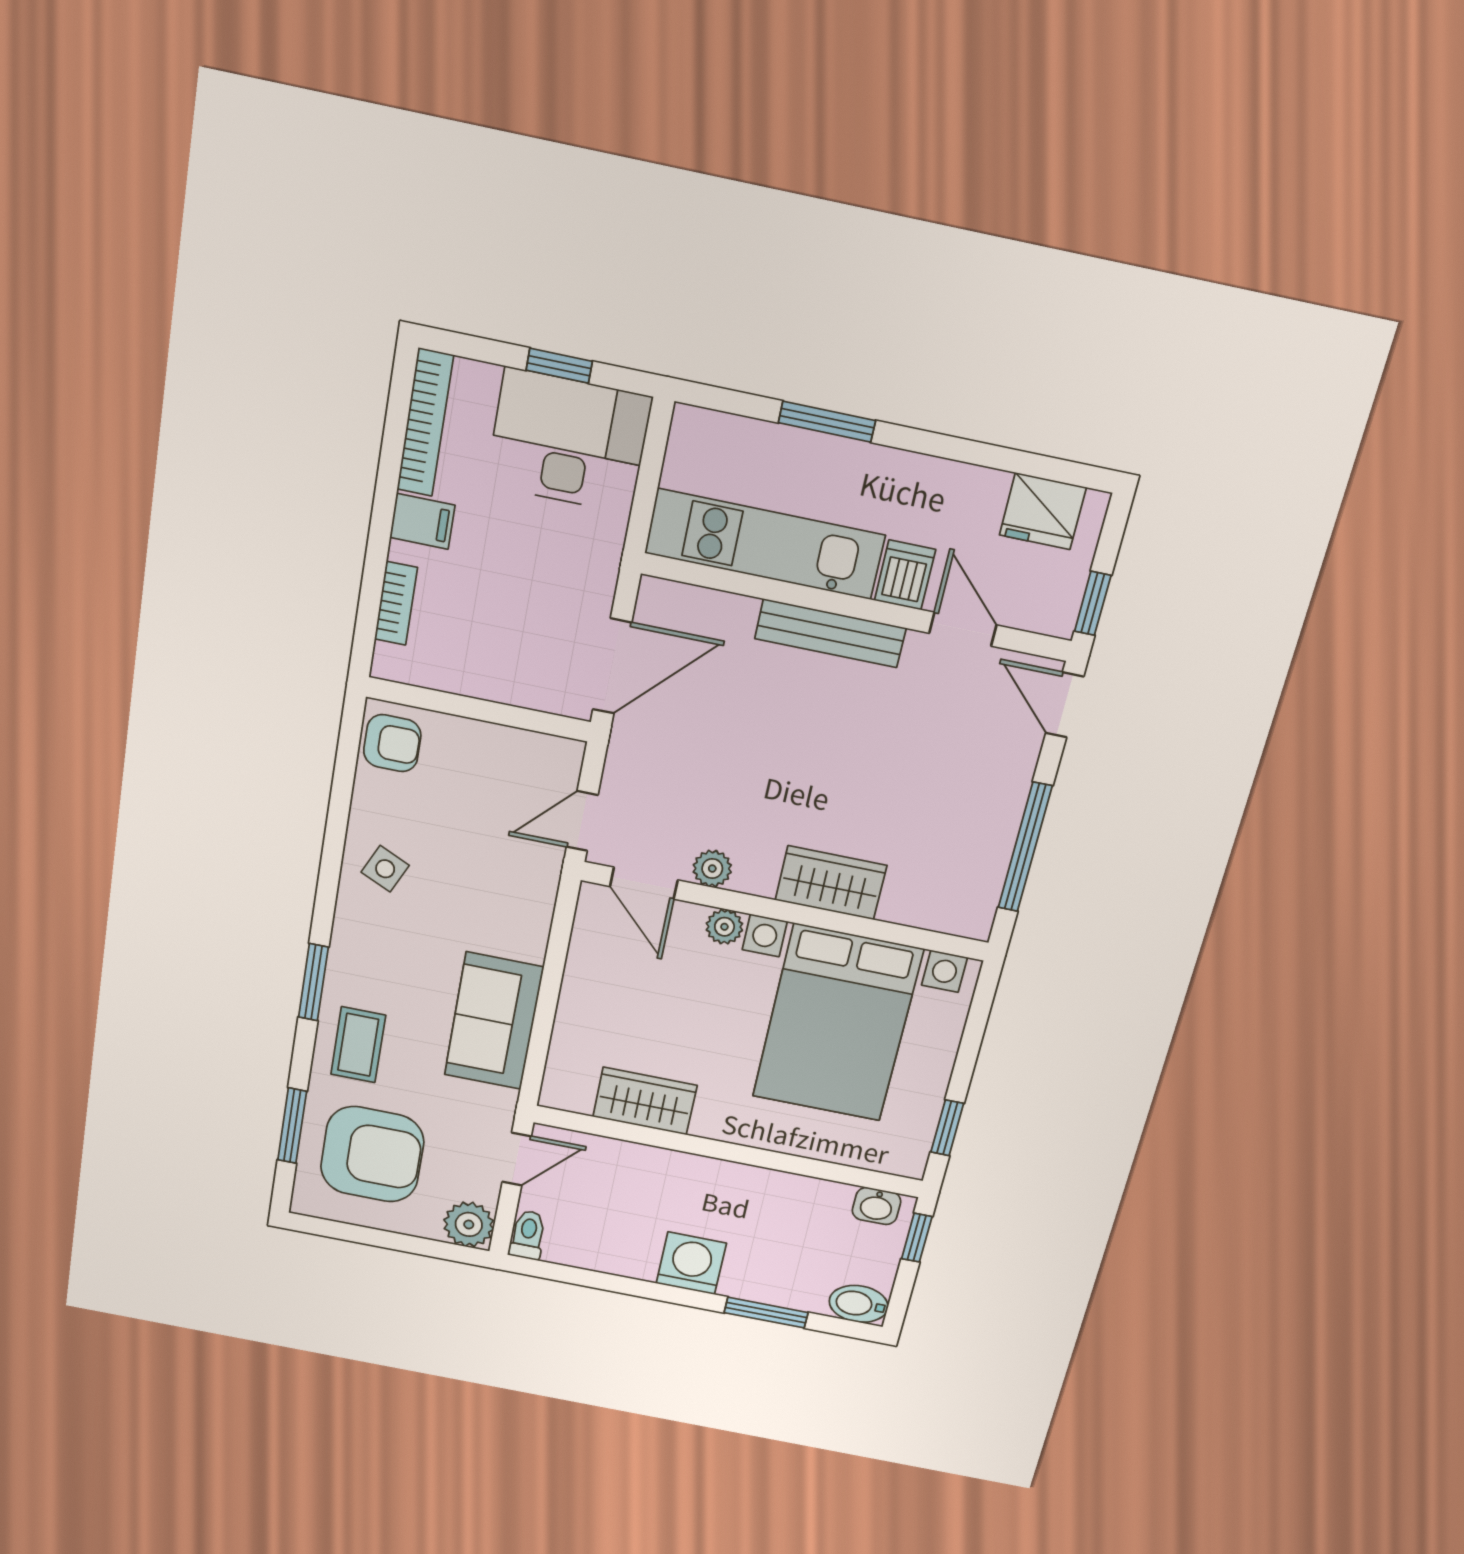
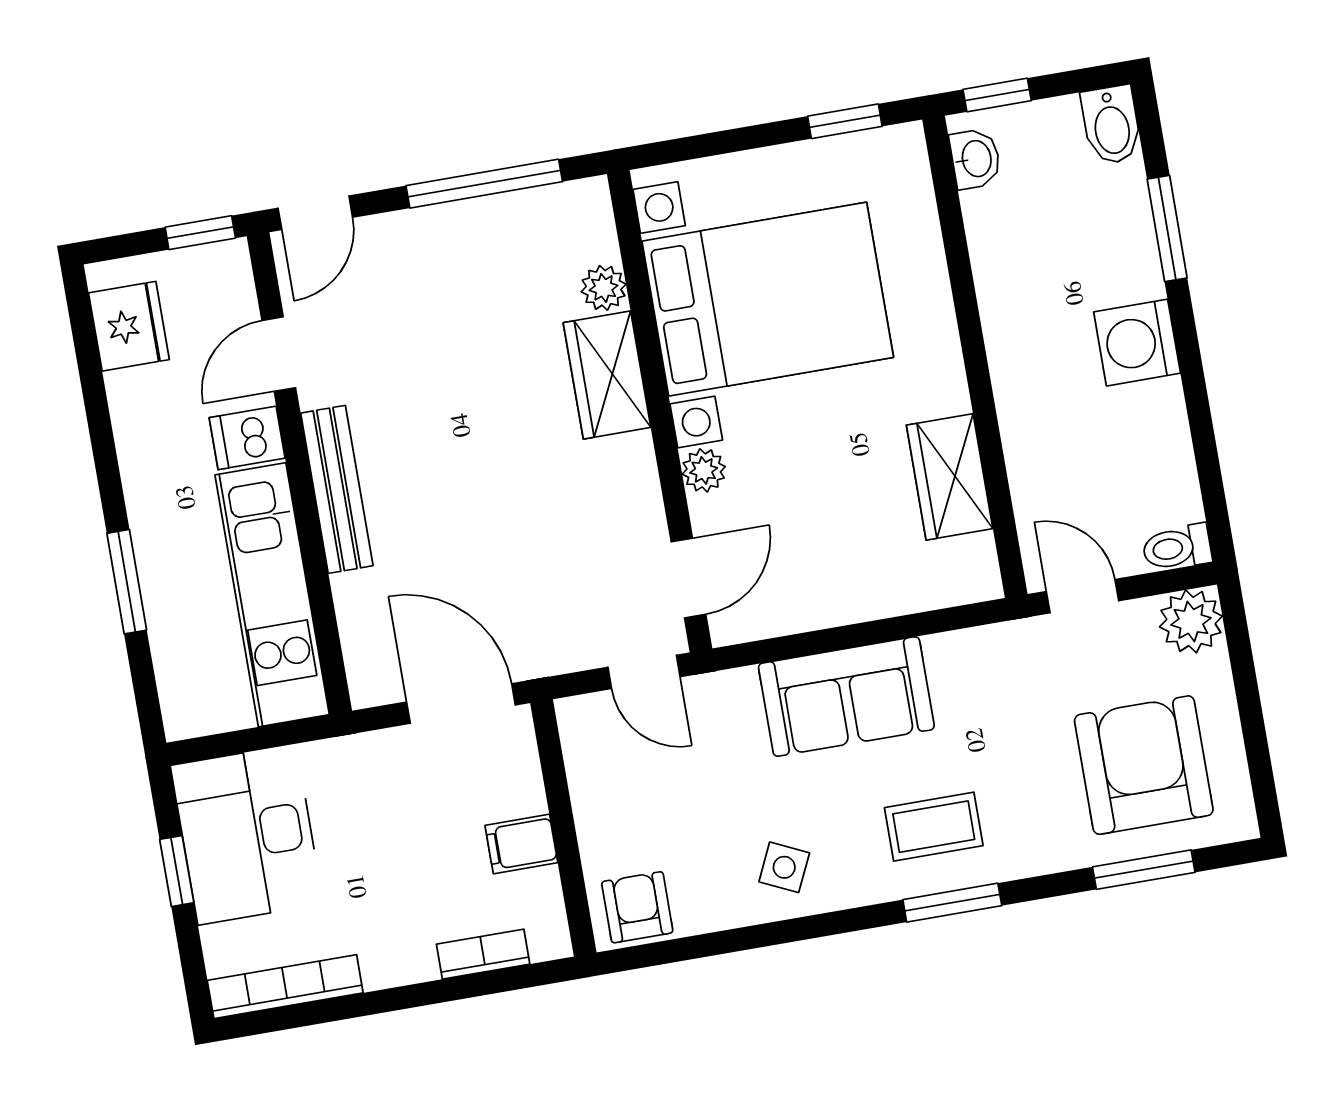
filing cabinet: (422, 521) -> (521, 844), moved, turned -90
plant: (712, 869) -> (604, 288), moved
sofa: (494, 1021) -> (846, 697), moved
coffee table: (358, 1045) -> (934, 827), moved

